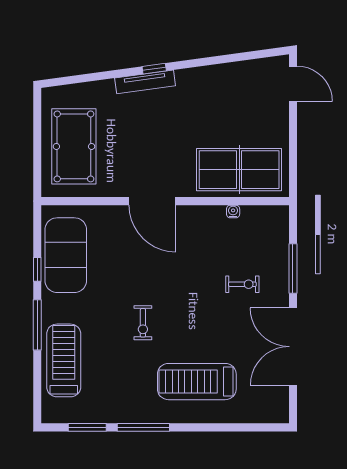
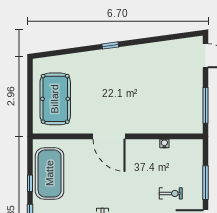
tv unit: (145, 82) -> (104, 55), removed
window: (293, 156) -> (205, 105), added
table tennis table: (239, 170) -> (168, 115), removed

